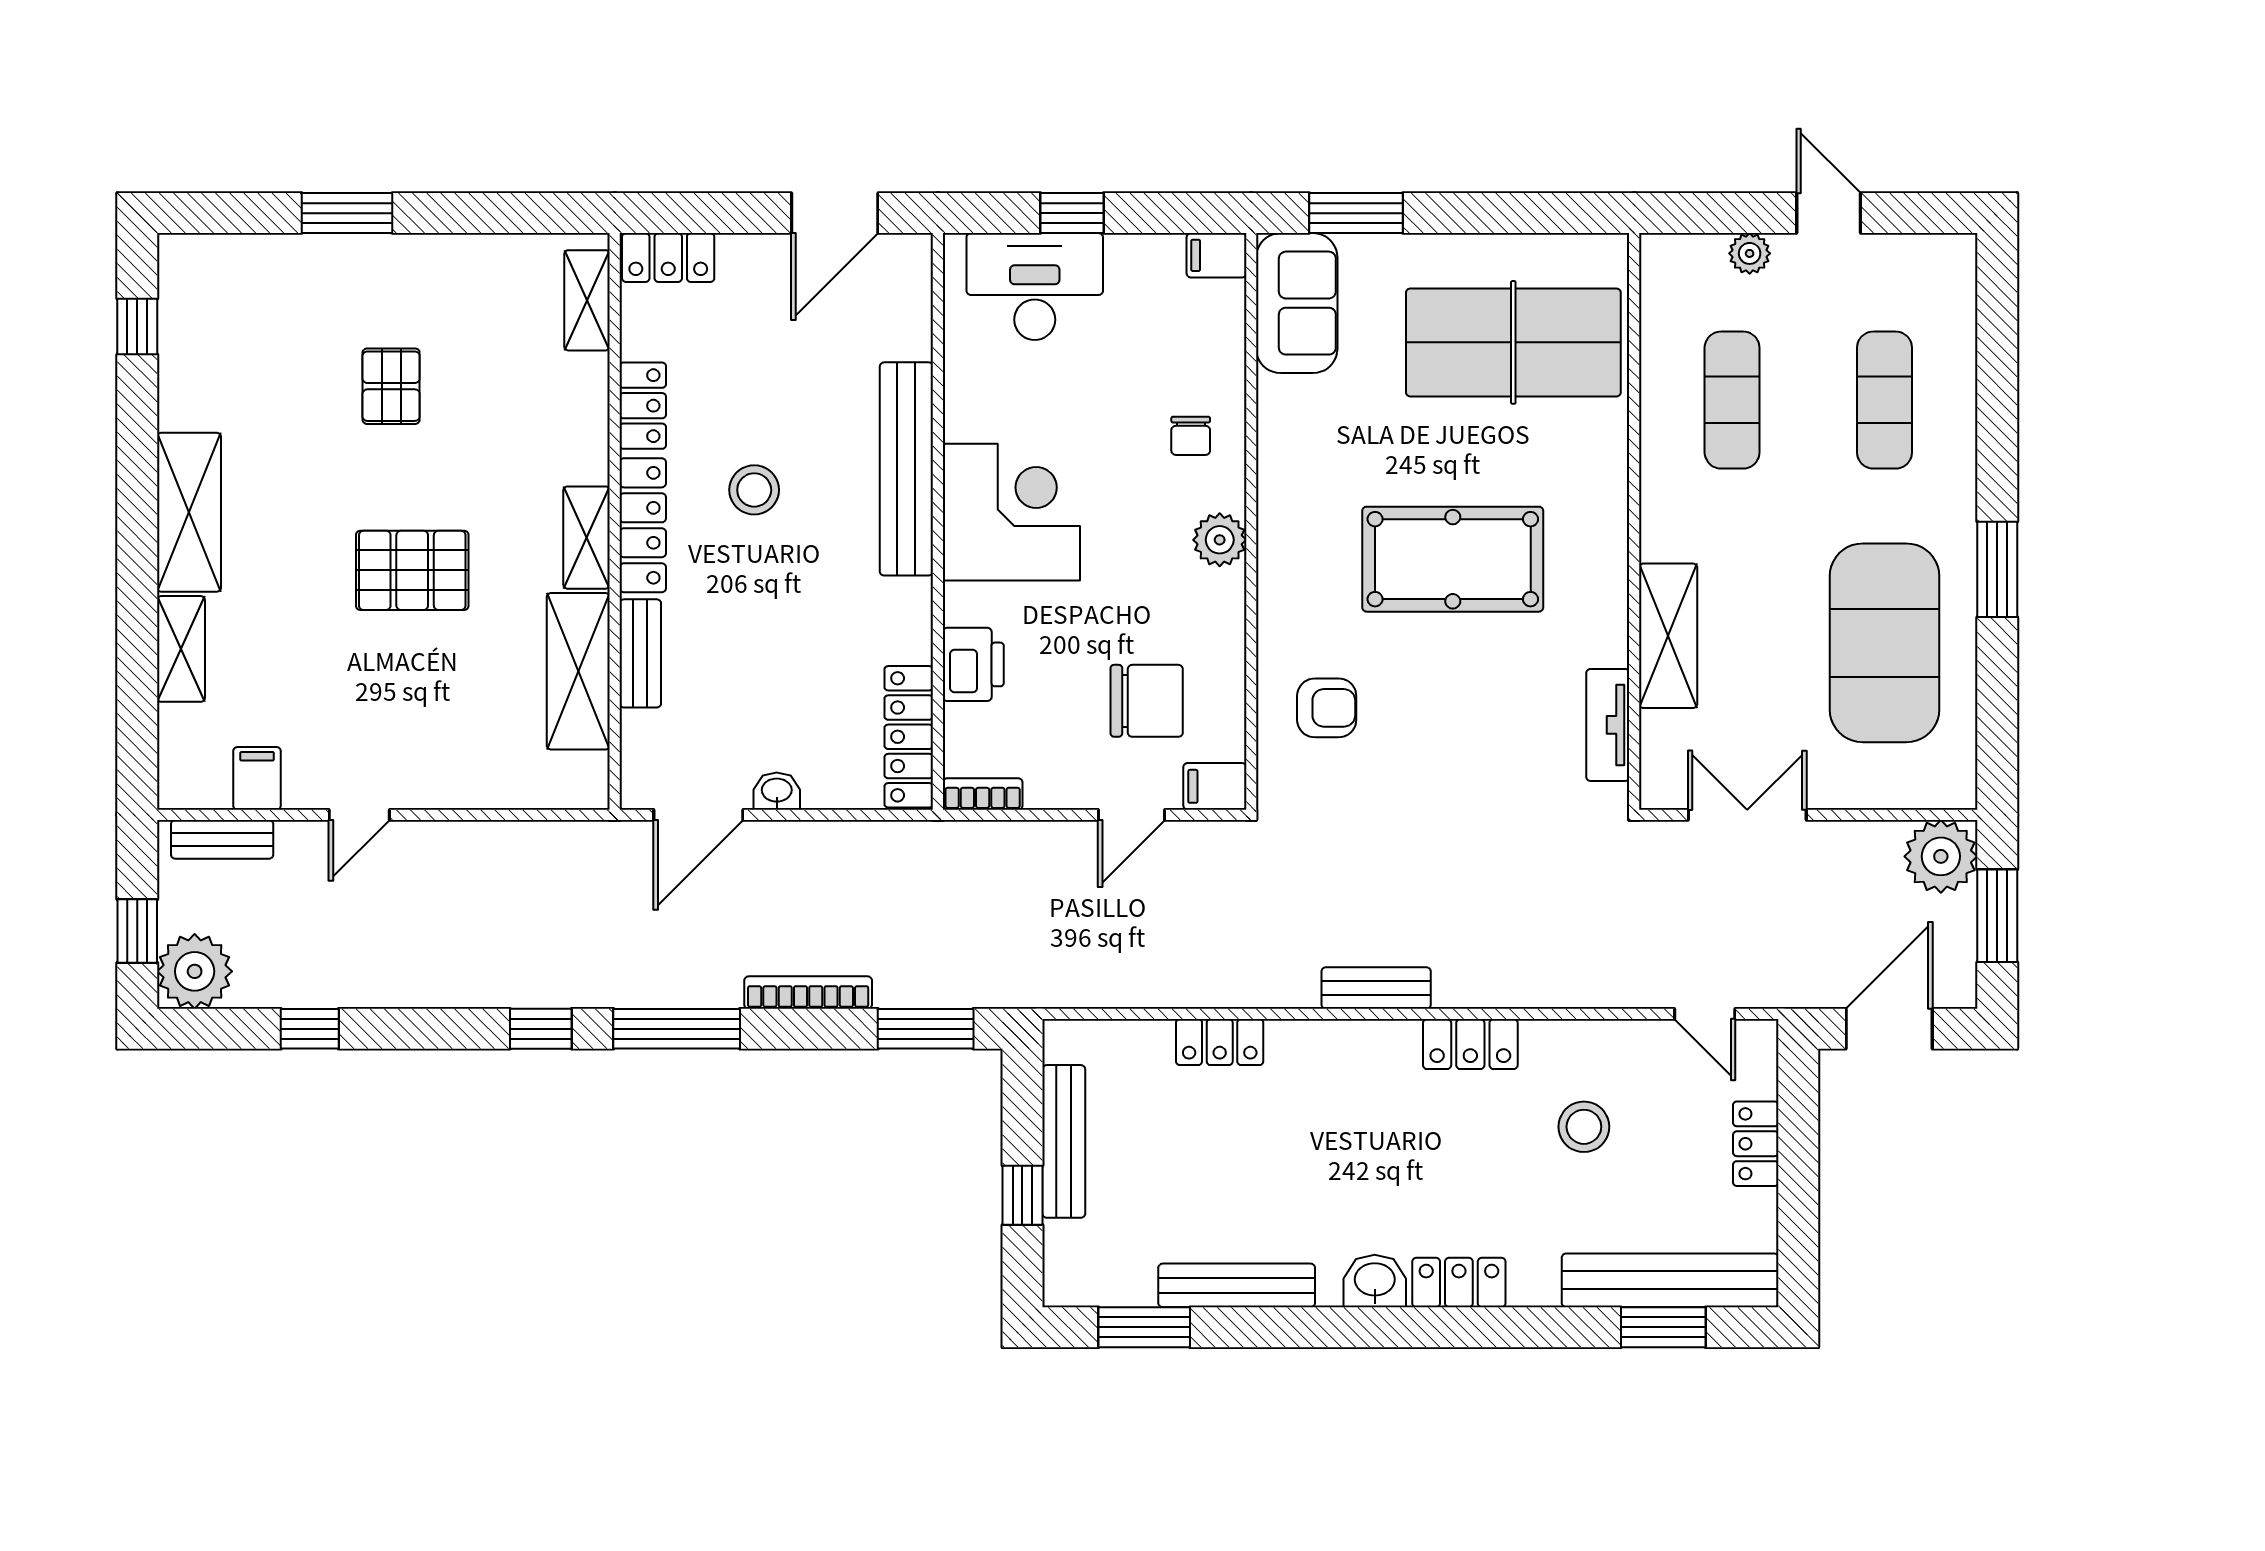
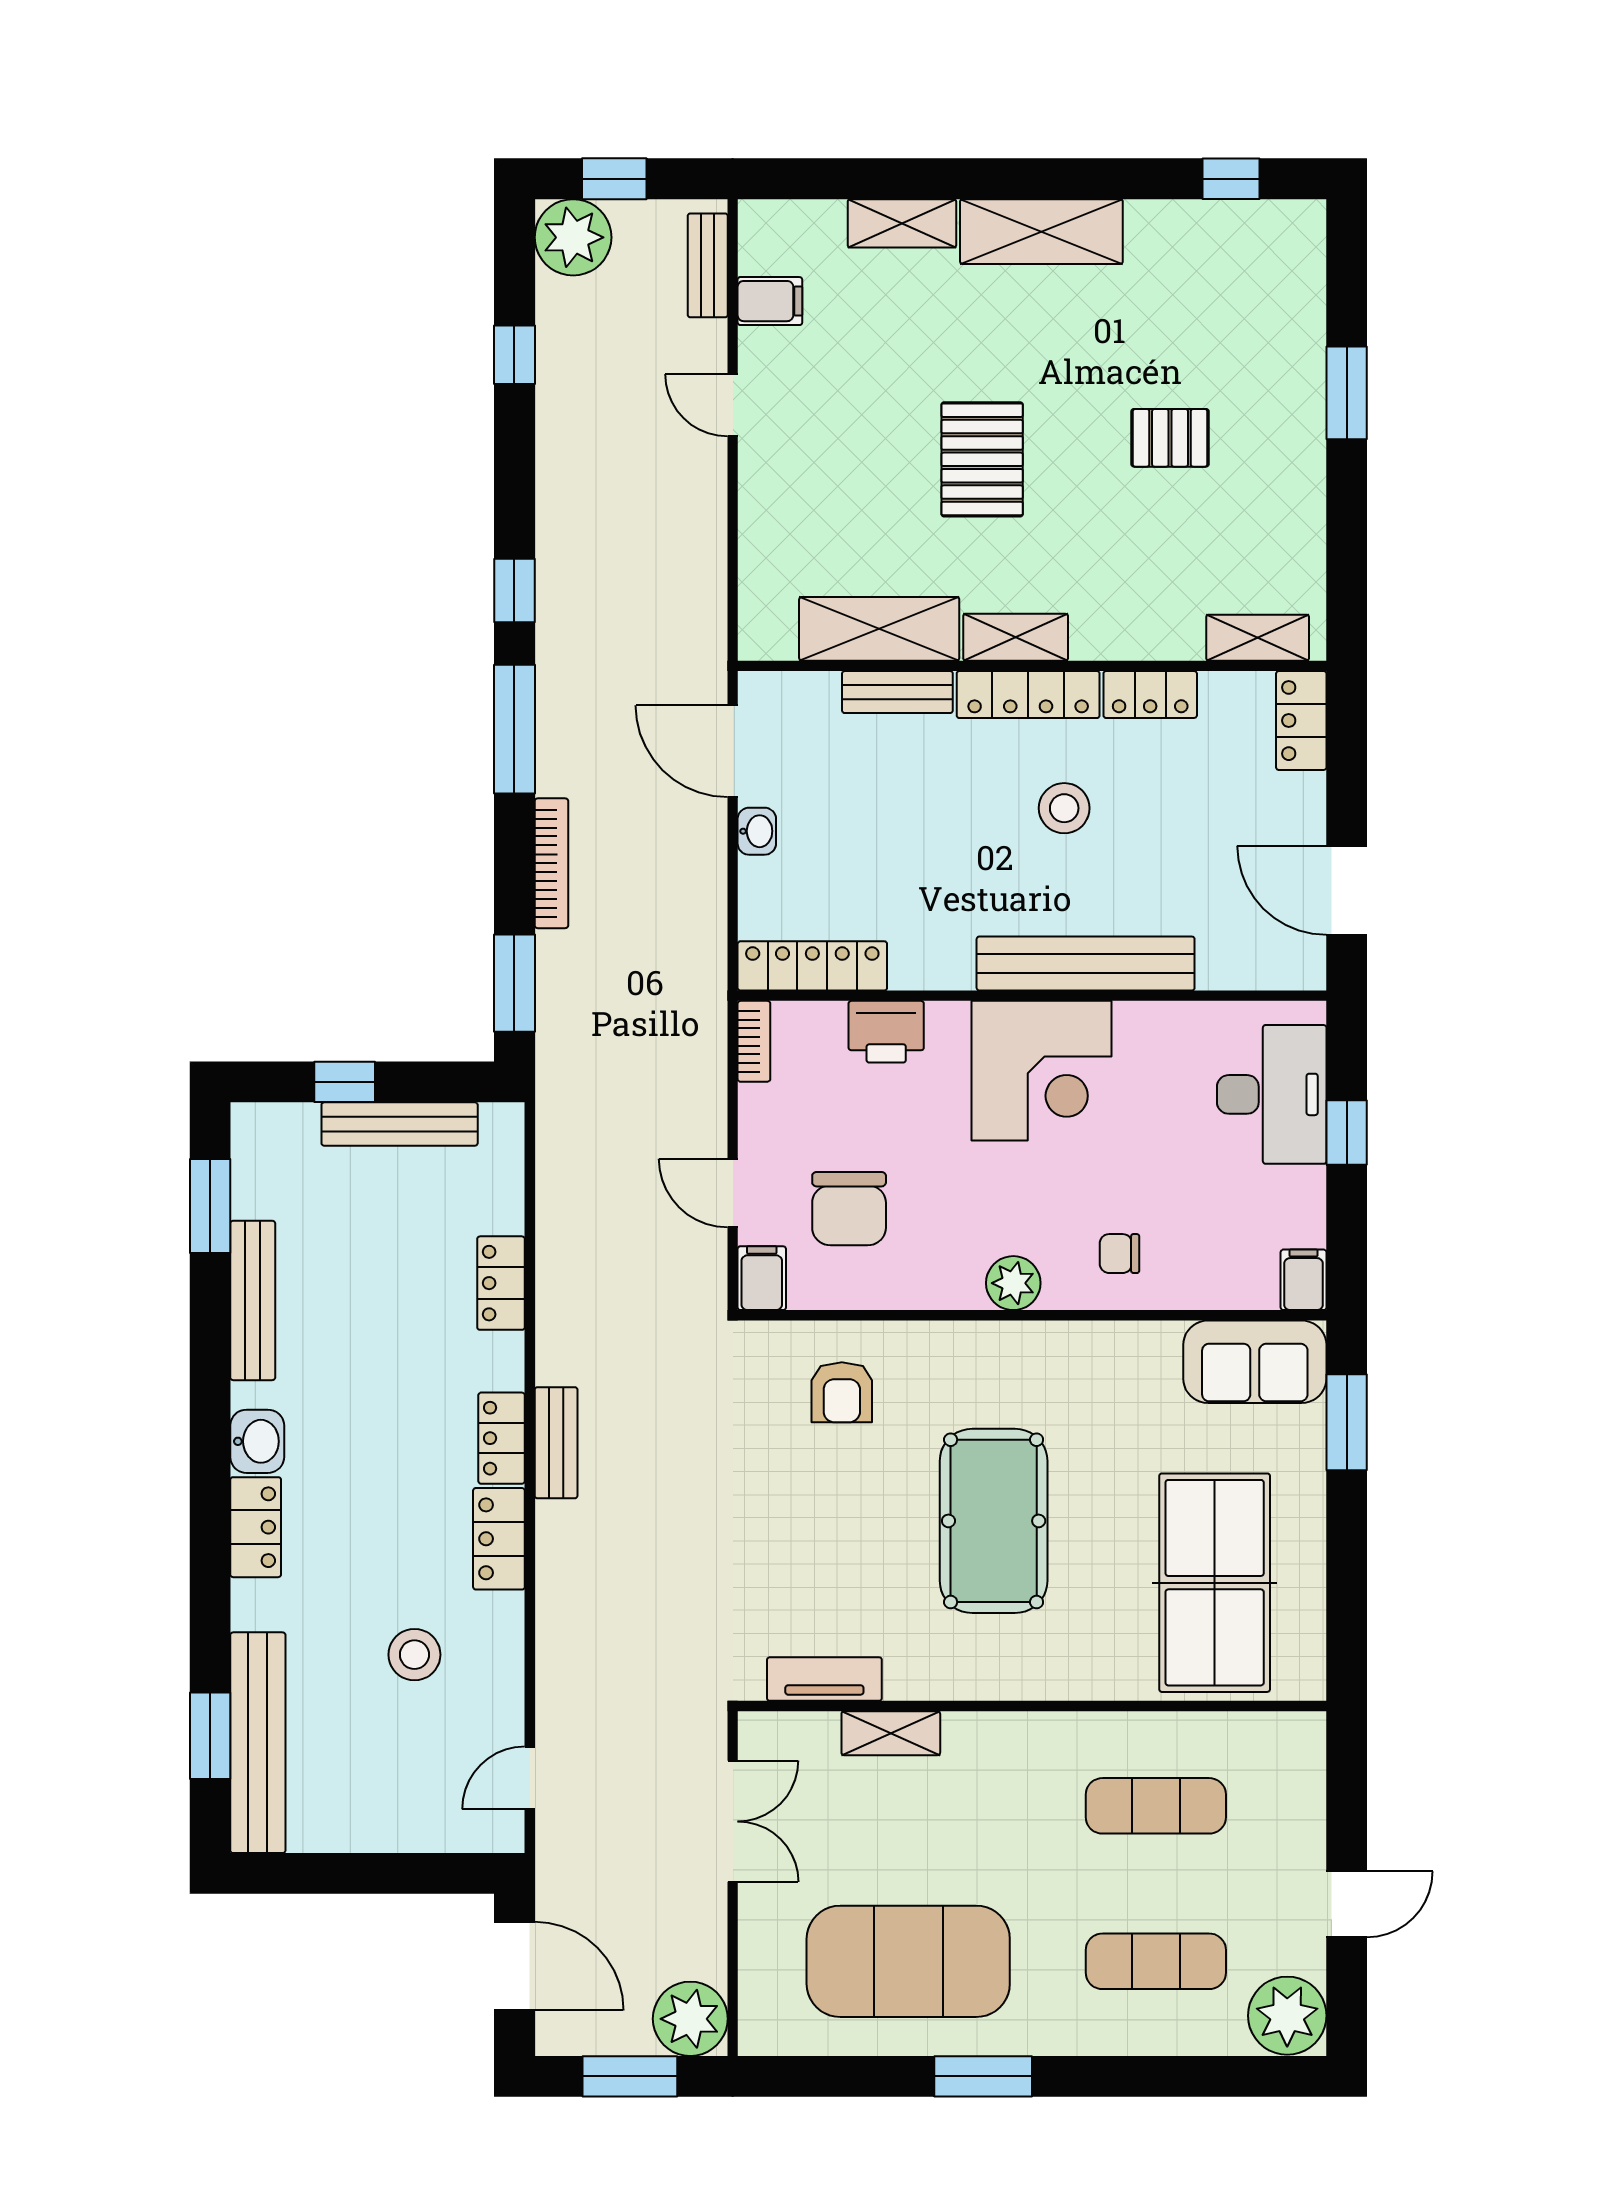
plant: (1750, 253) -> (1287, 2016), moved, width x1.88, depth x1.88
shelving: (1668, 636) -> (891, 1733), width x0.67, depth x0.75
locker: (1756, 1144) -> (502, 1438), moved, turned -90

